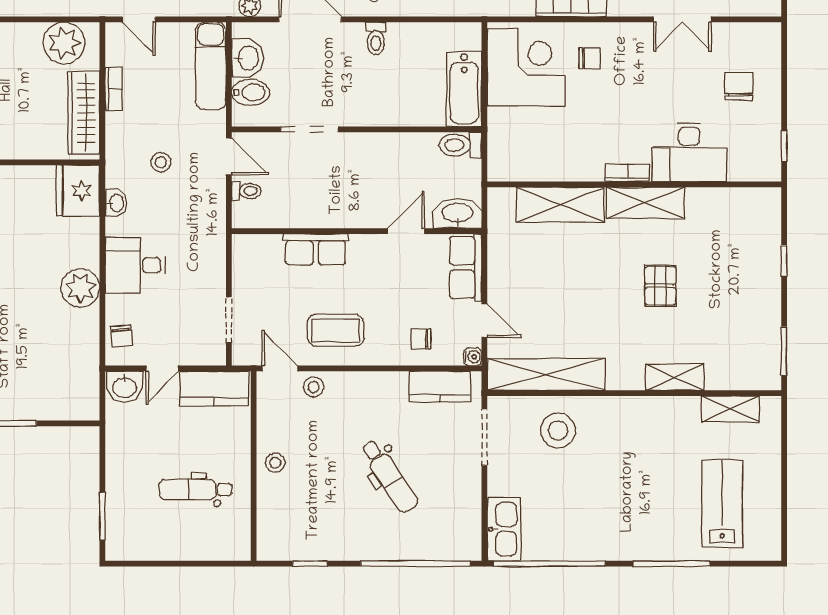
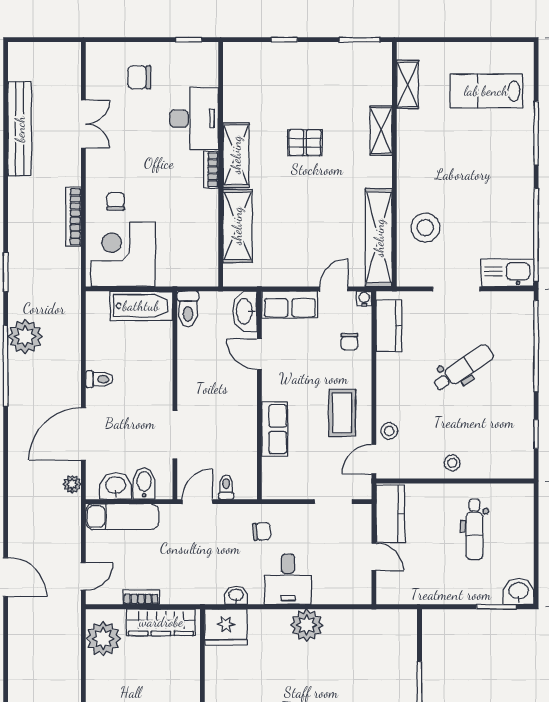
stool: (161, 162) -> (202, 558), removed
chair: (121, 336) -> (262, 531), moved
washbasin: (125, 387) -> (519, 592), moved, turned -90
doorway: (484, 437) -> (456, 289), moved

